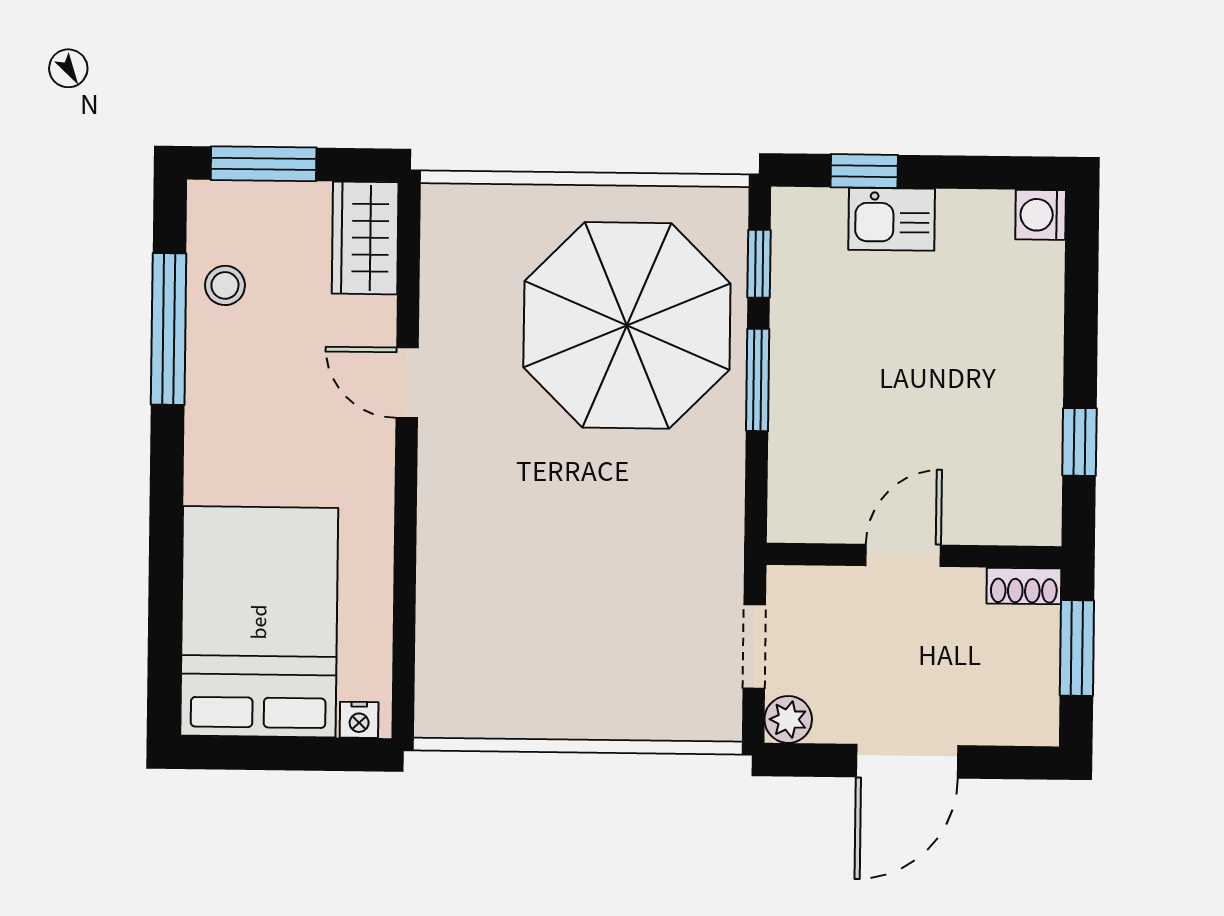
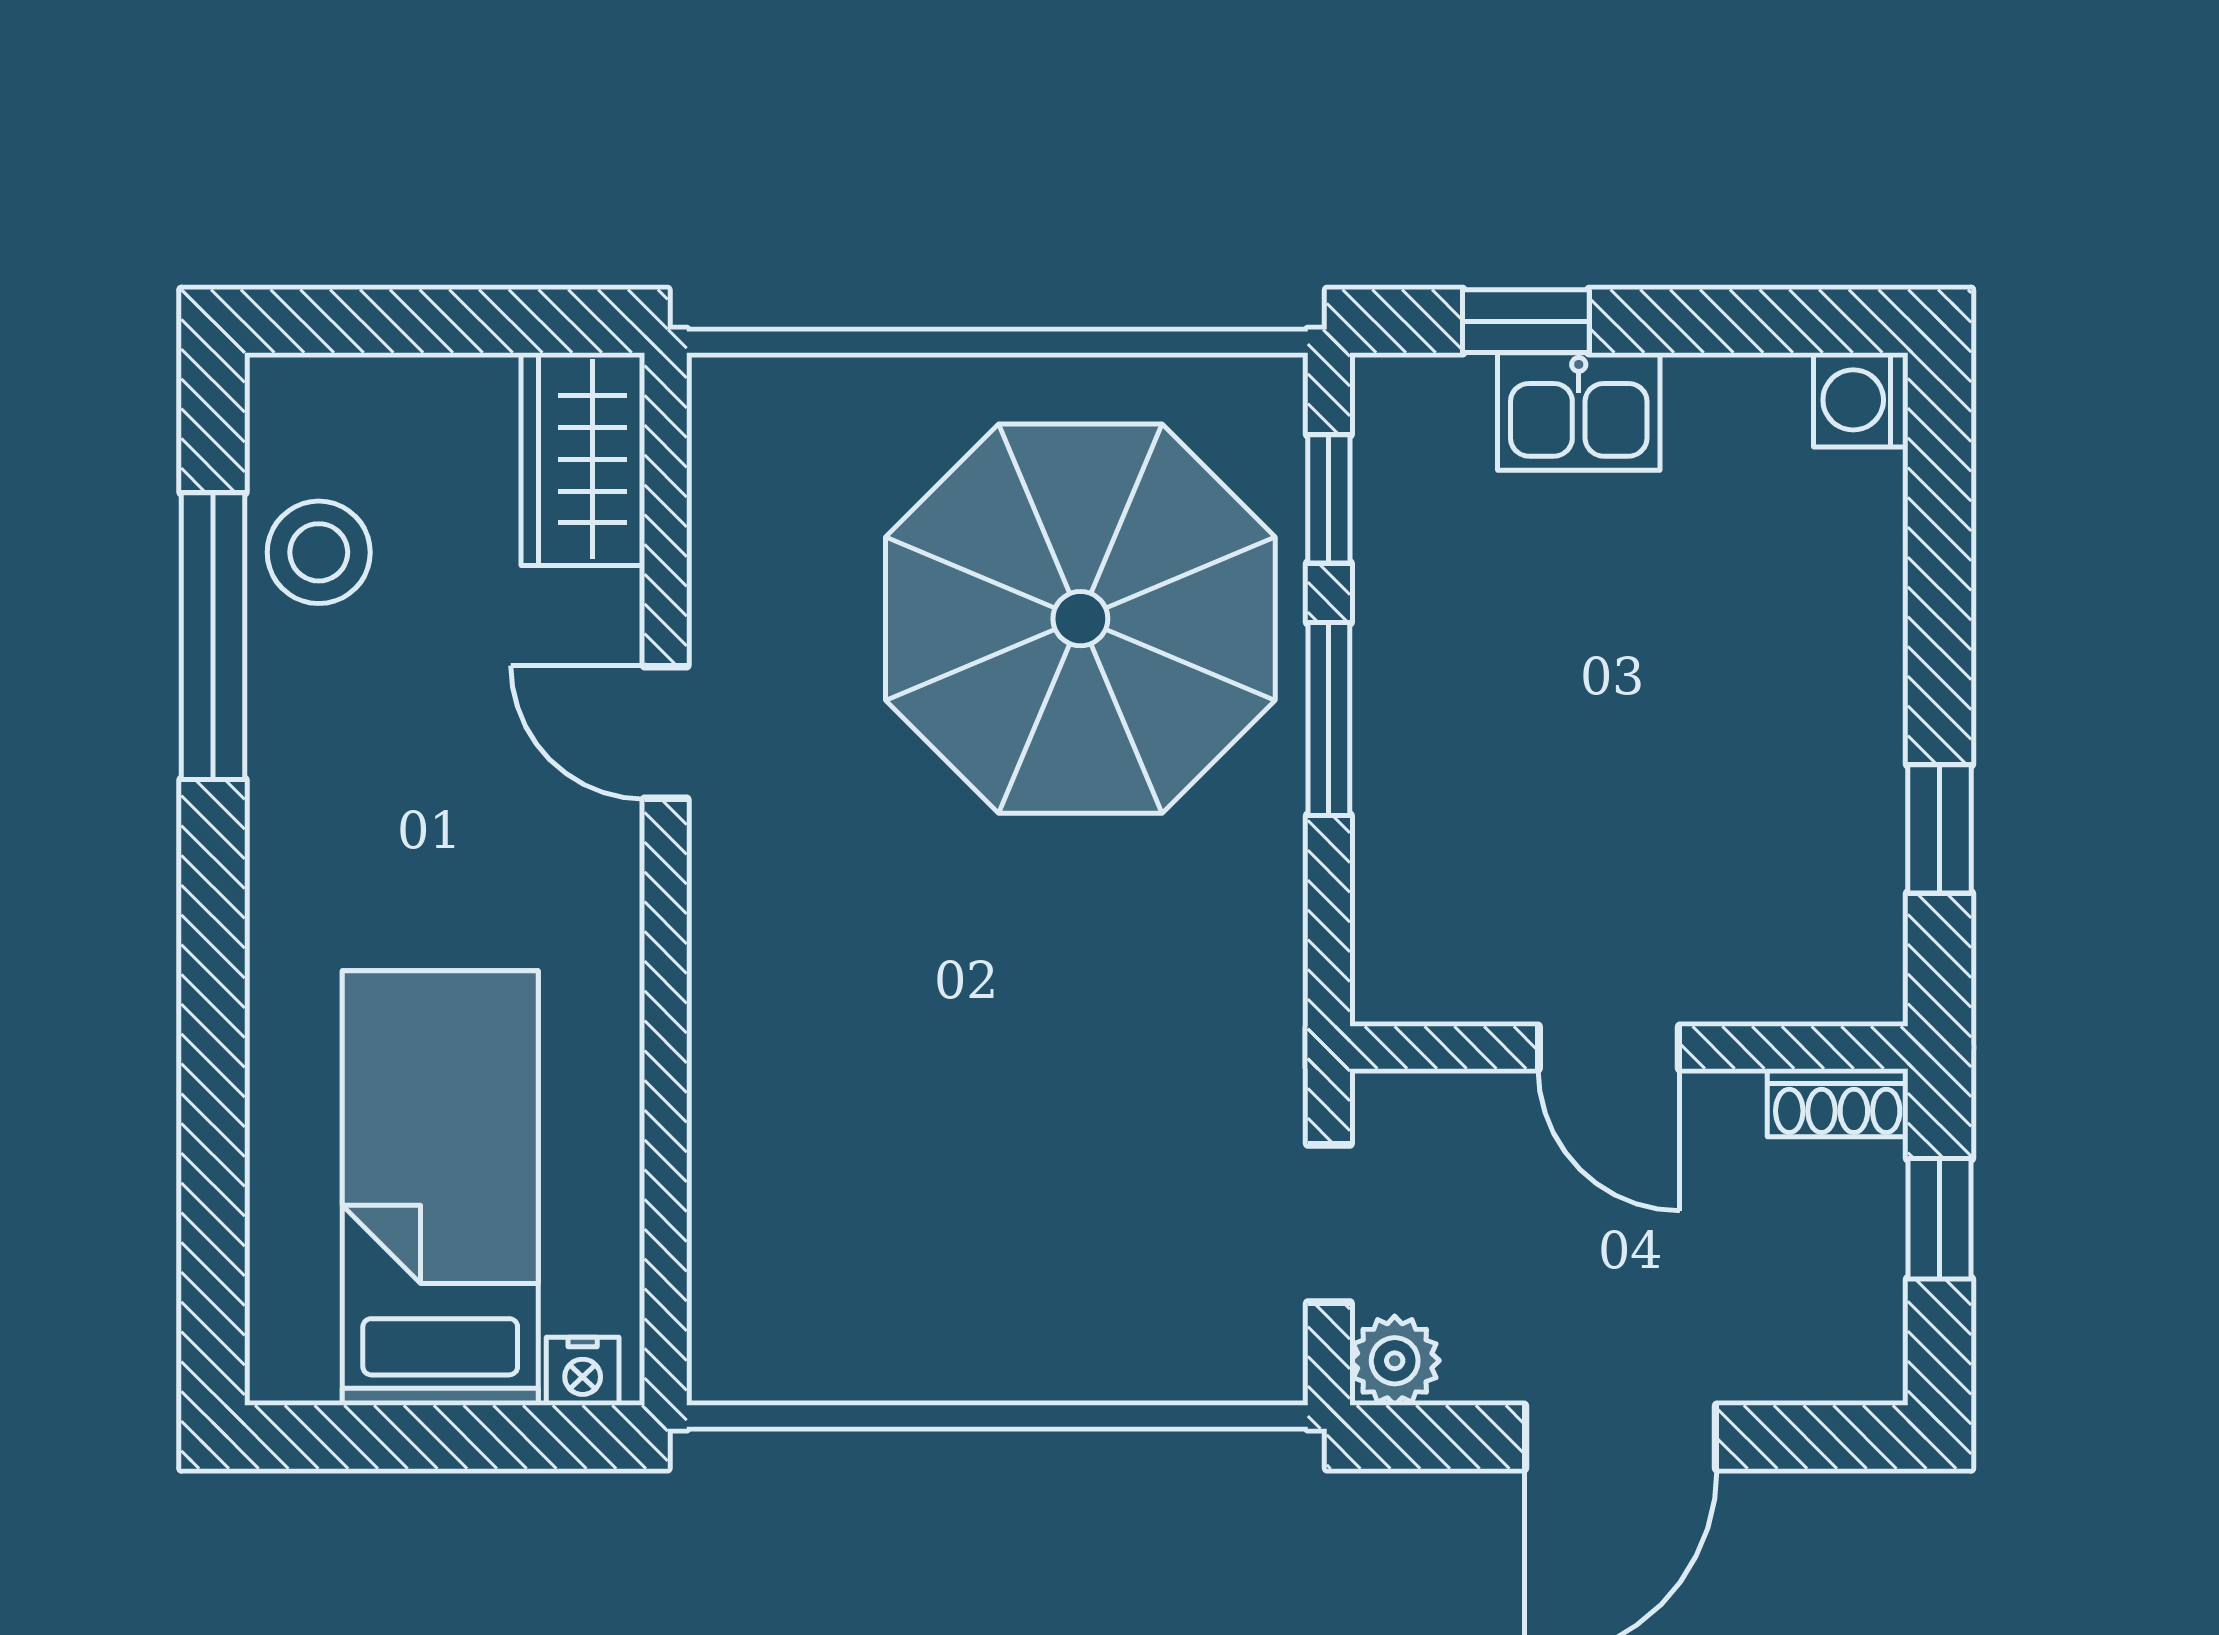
window: (264, 164) -> (389, 321), removed
stool: (225, 285) -> (319, 552), width x1.37, depth x1.37
door: (903, 555) -> (1609, 1048), swing flipped
bed: (259, 622) -> (440, 1188), width x0.67
window: (1077, 648) -> (1940, 1219), width x0.67

